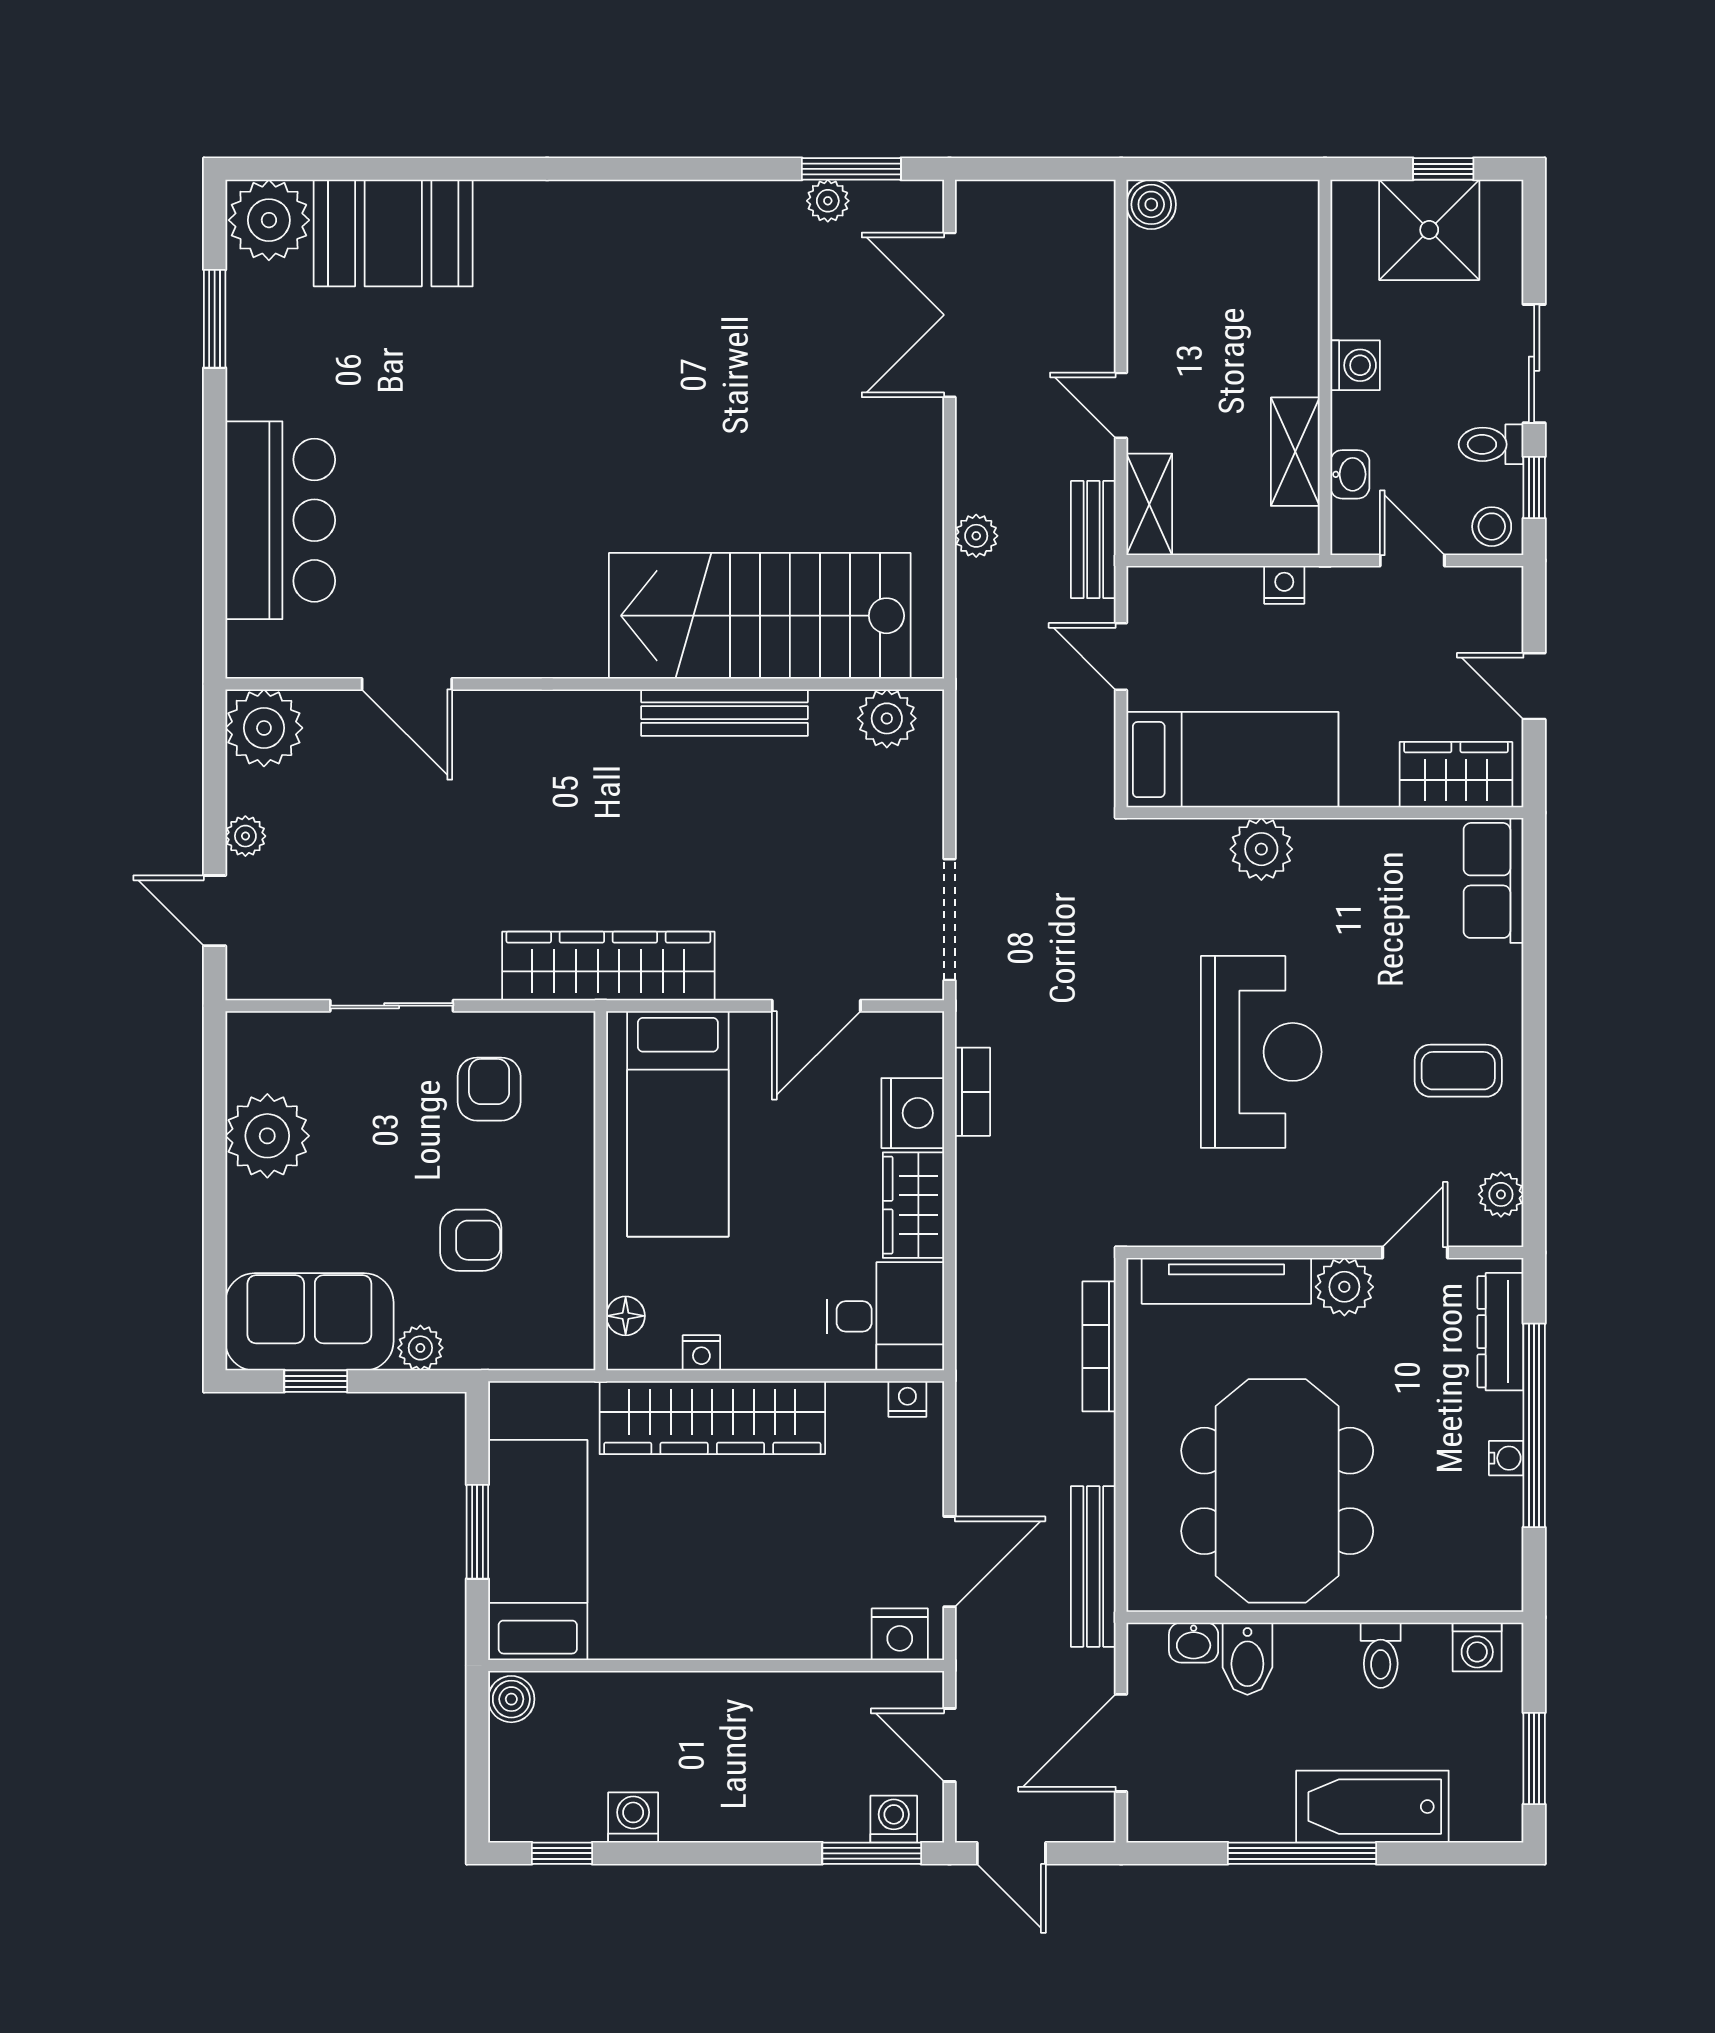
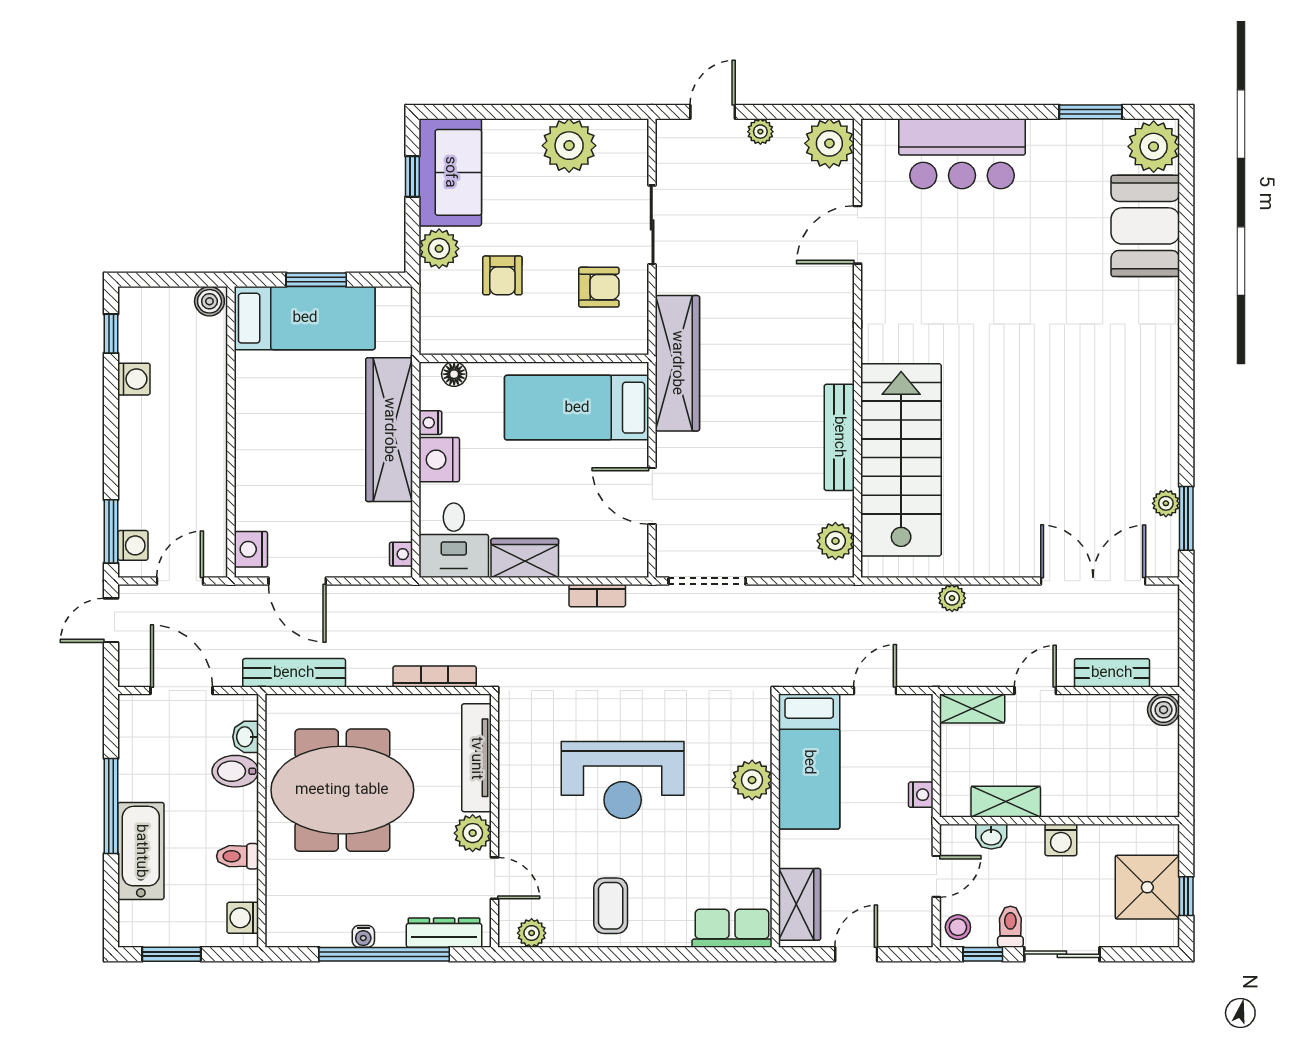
bench: (1093, 540) -> (1112, 673), moved
nightstand: (913, 1113) -> (439, 460), moved, turned 90
plant: (420, 1348) -> (439, 249), width x1.38, depth x1.38

